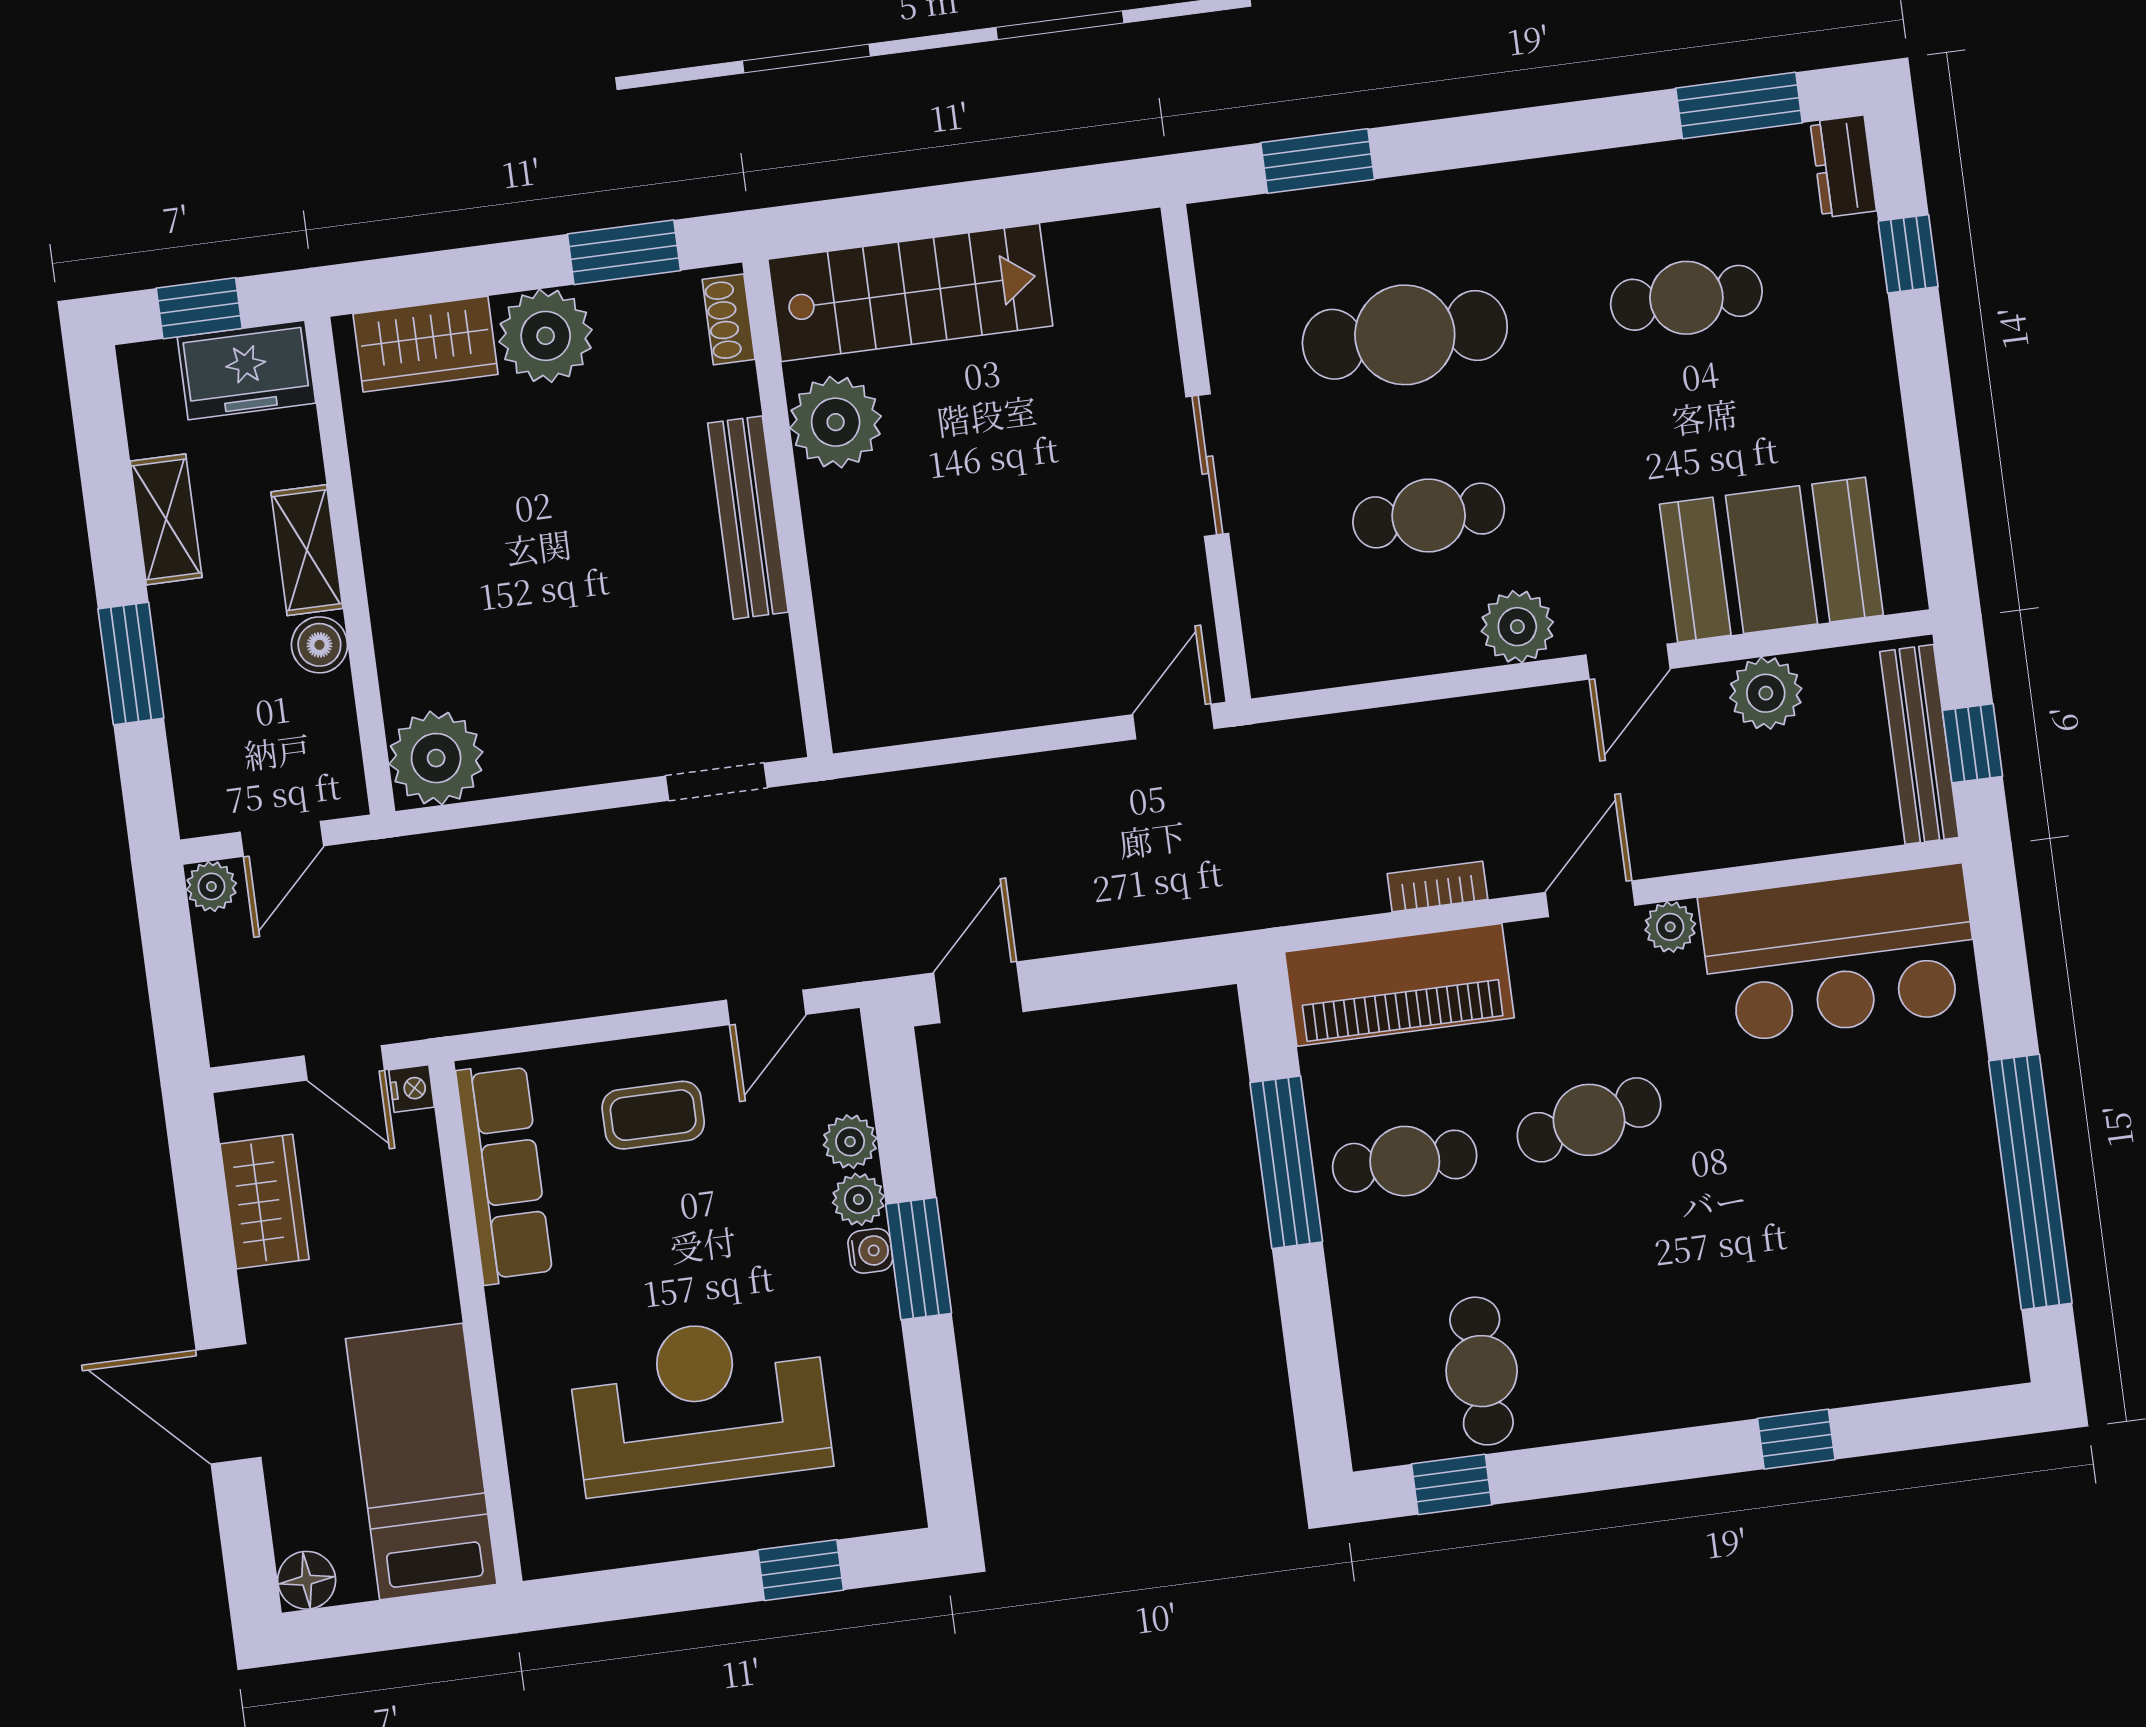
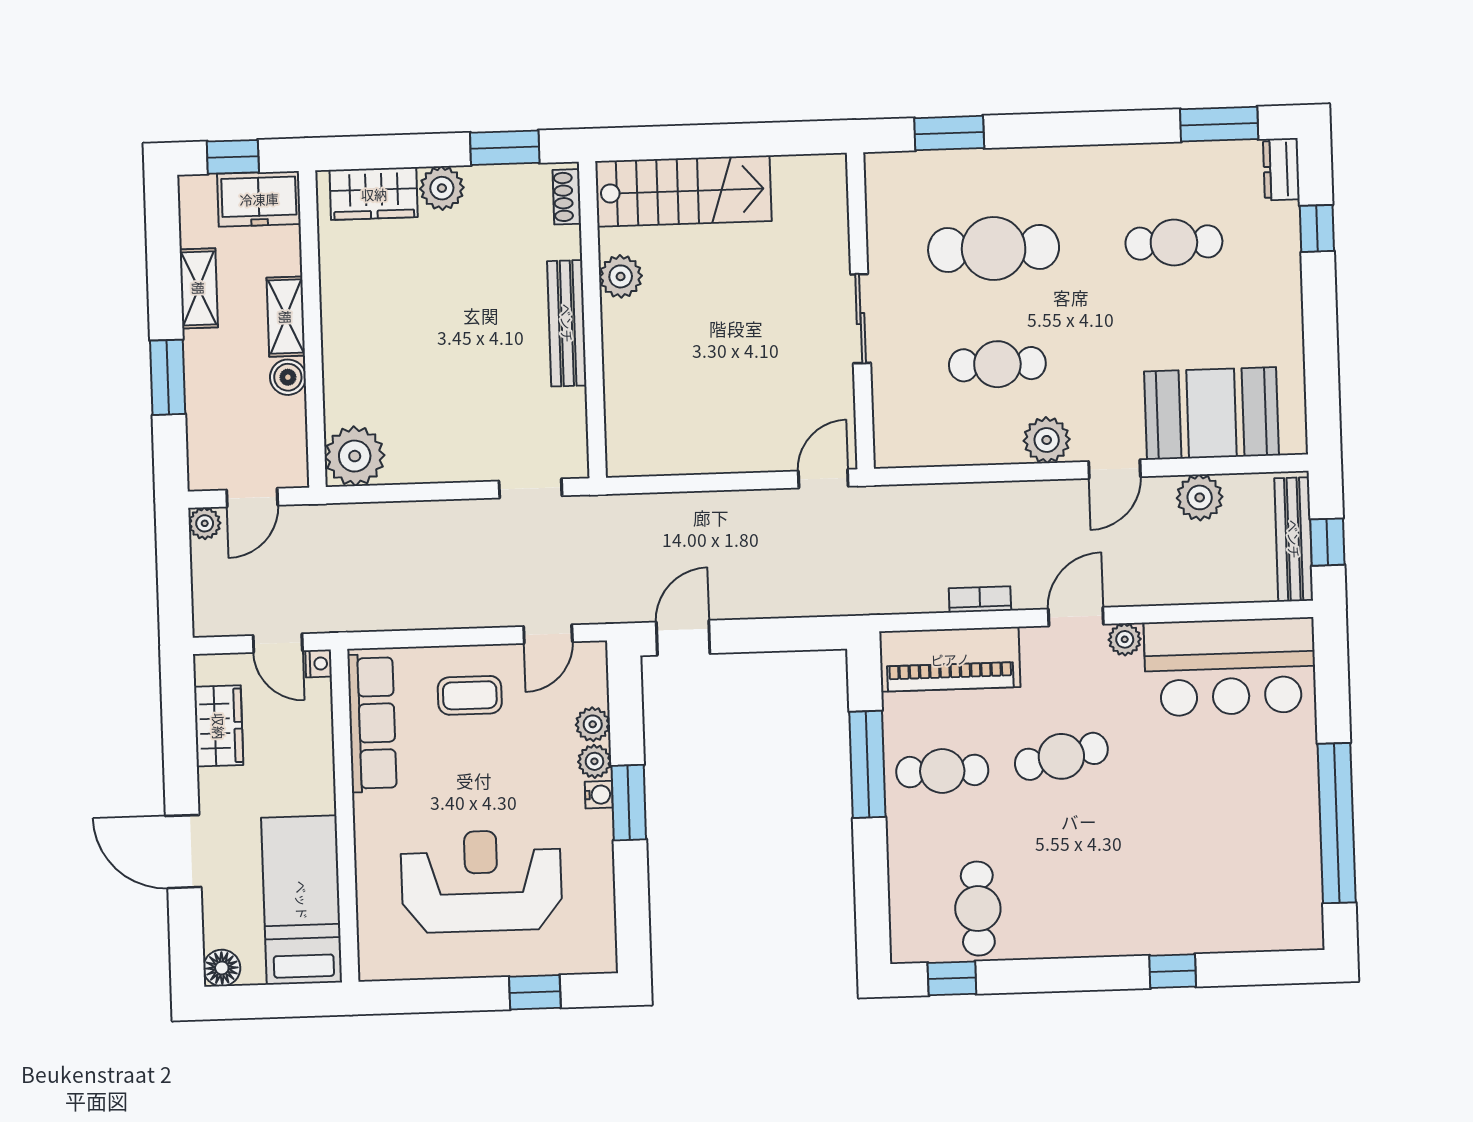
plant: (546, 336) -> (442, 188), width x0.73, depth x0.73
plant: (836, 422) -> (621, 276), width x0.73, depth x0.73

